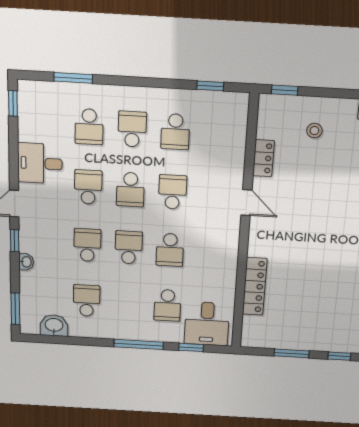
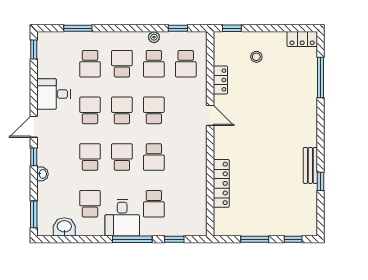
plant: (177, 96) -> (154, 37), added
school desk: (218, 134) -> (186, 64), added
school desk: (130, 190) -> (122, 110), turned 180
desk: (207, 324) -> (122, 218), moved

